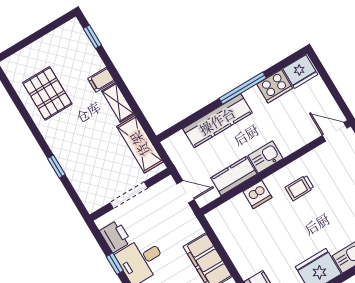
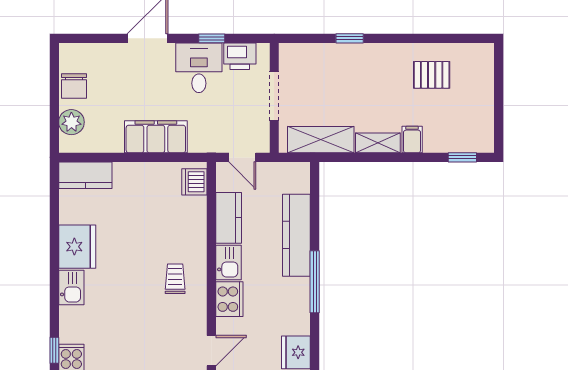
cooker: (275, 86) -> (229, 299), moved, turned 180
pallet: (47, 93) -> (432, 75), width x0.67, depth x0.71
door: (186, 192) -> (242, 157), hinge flipped
dishwasher: (257, 194) -> (194, 182), moved

